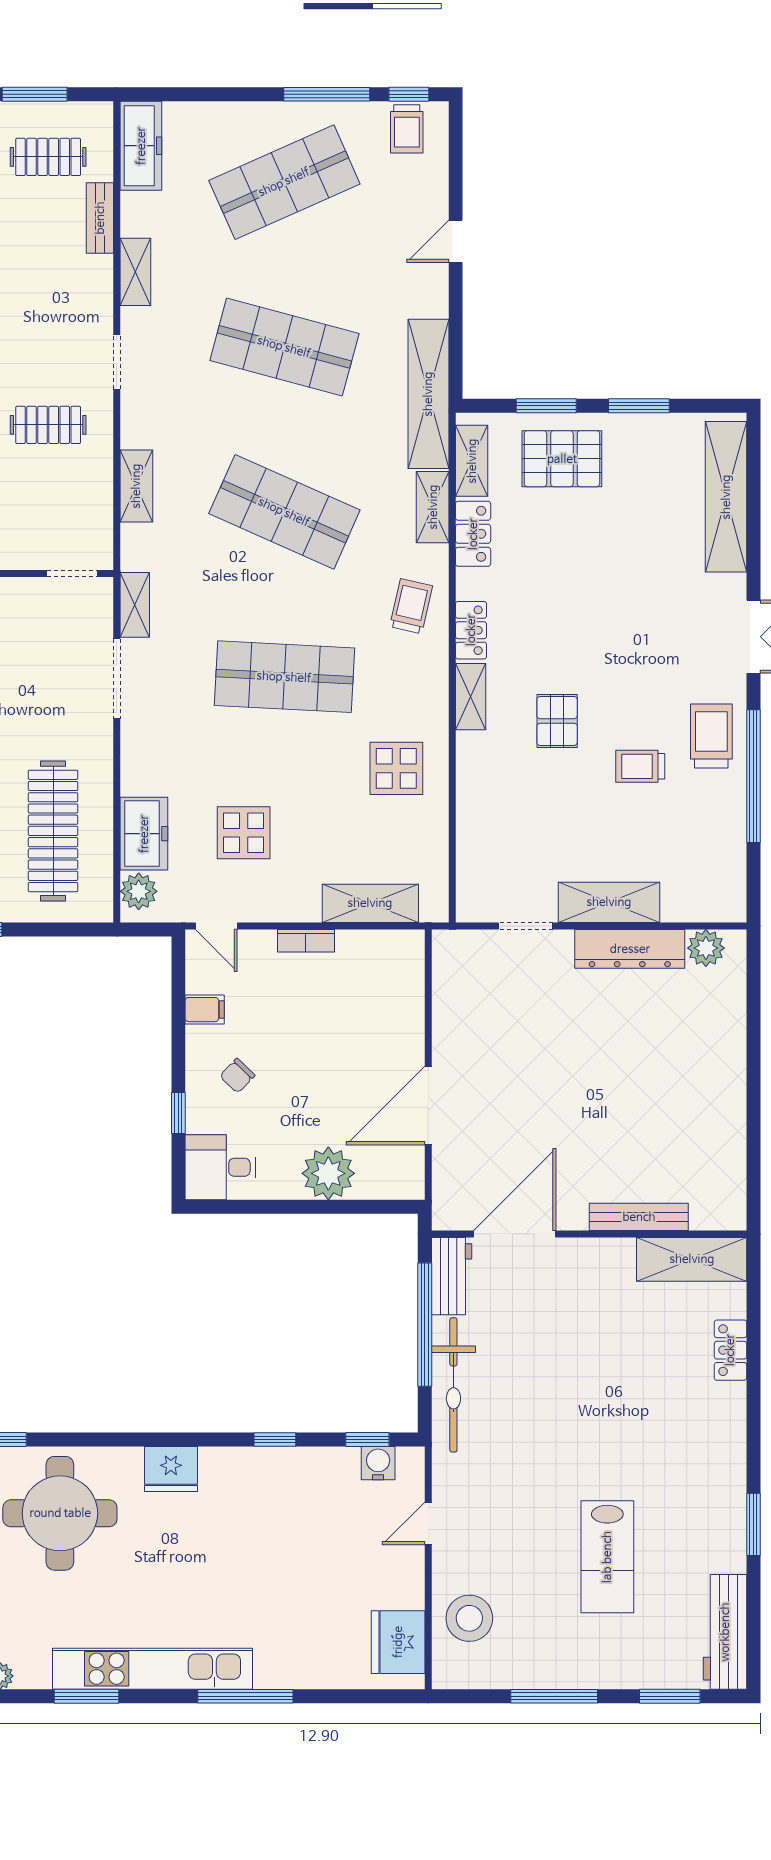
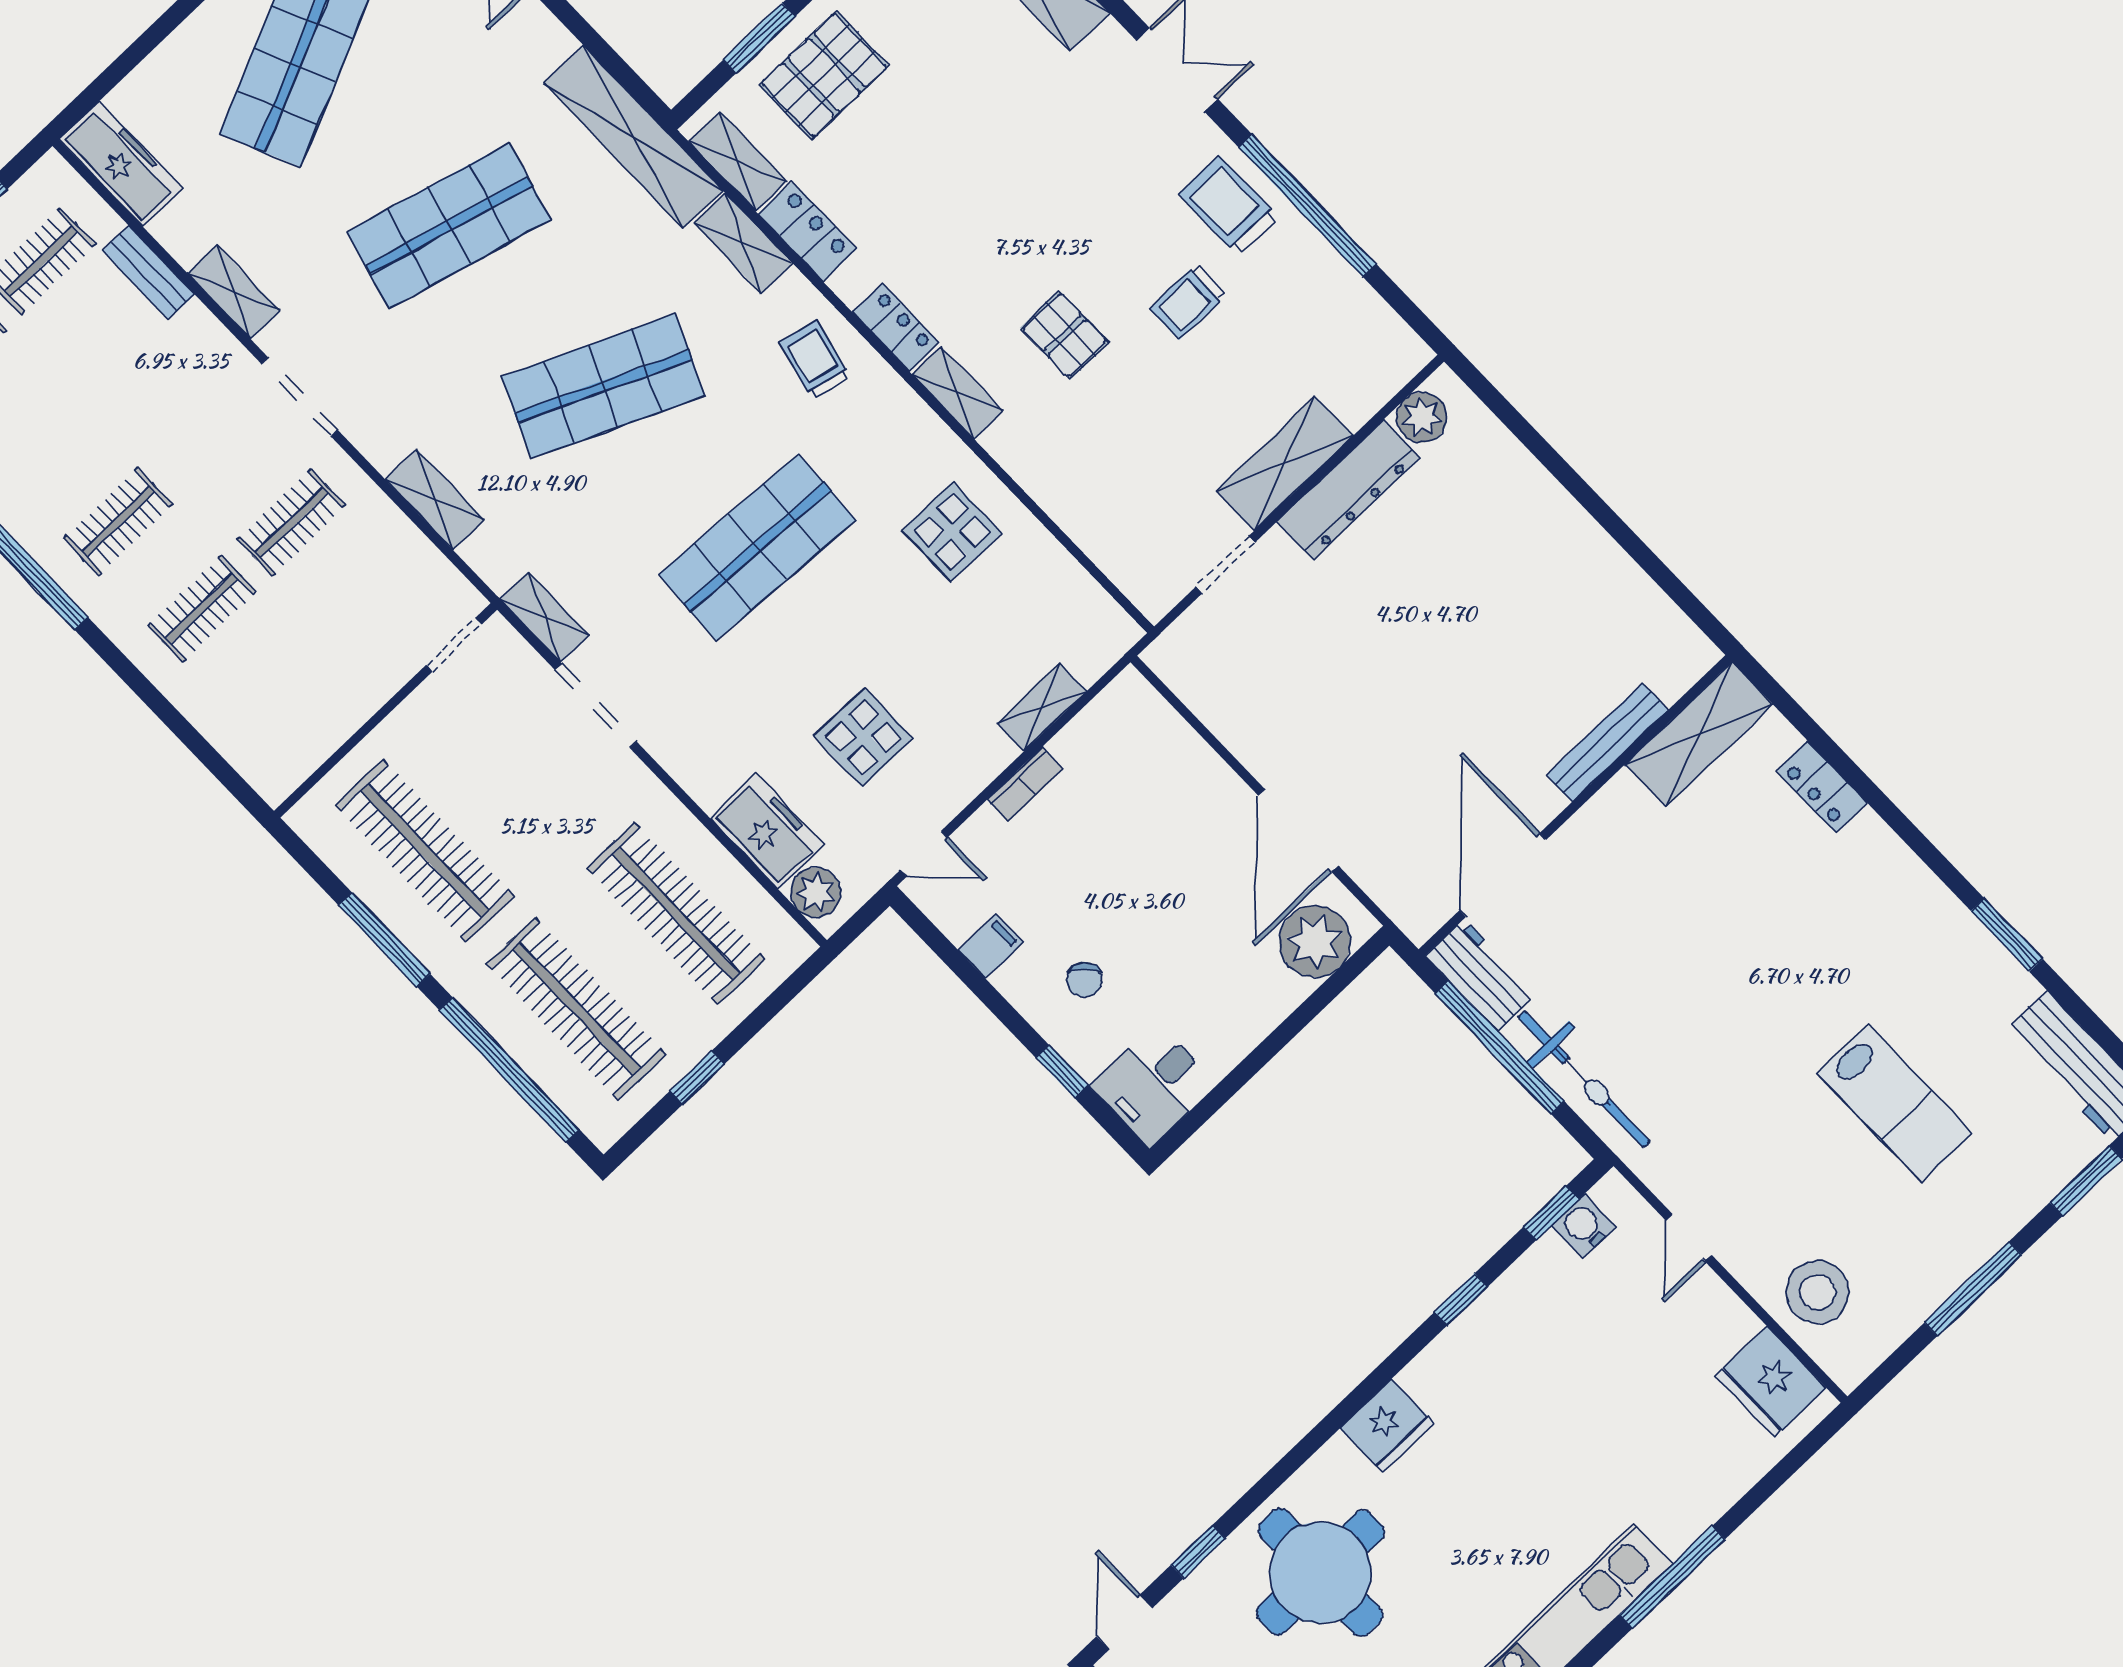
doorway: (117, 362) -> (300, 397), width x1.38
shelving: (370, 903) -> (1042, 707), width x0.67, depth x0.75
plant: (328, 1173) -> (1315, 942), moved

